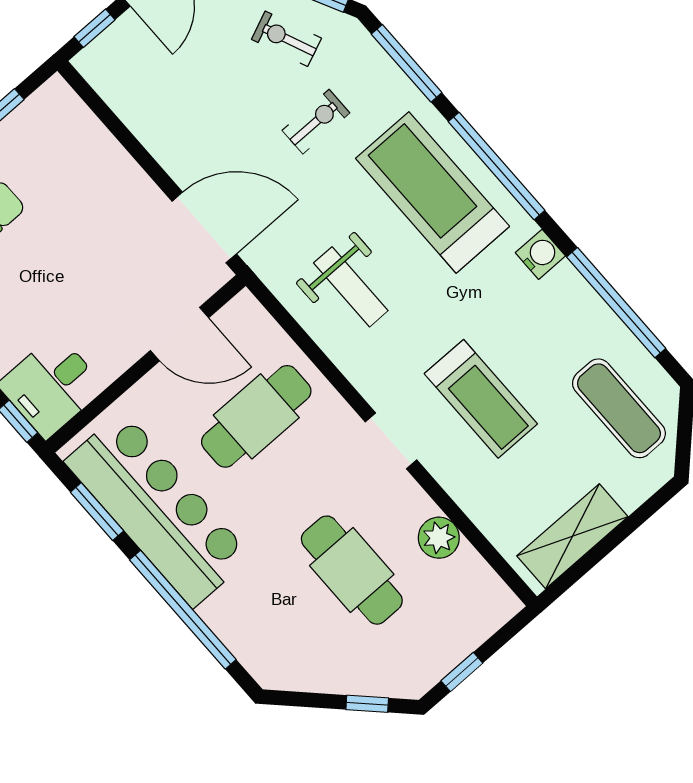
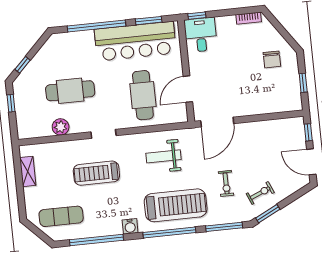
shelving: (572, 536) -> (28, 171), width x0.67, depth x0.75

